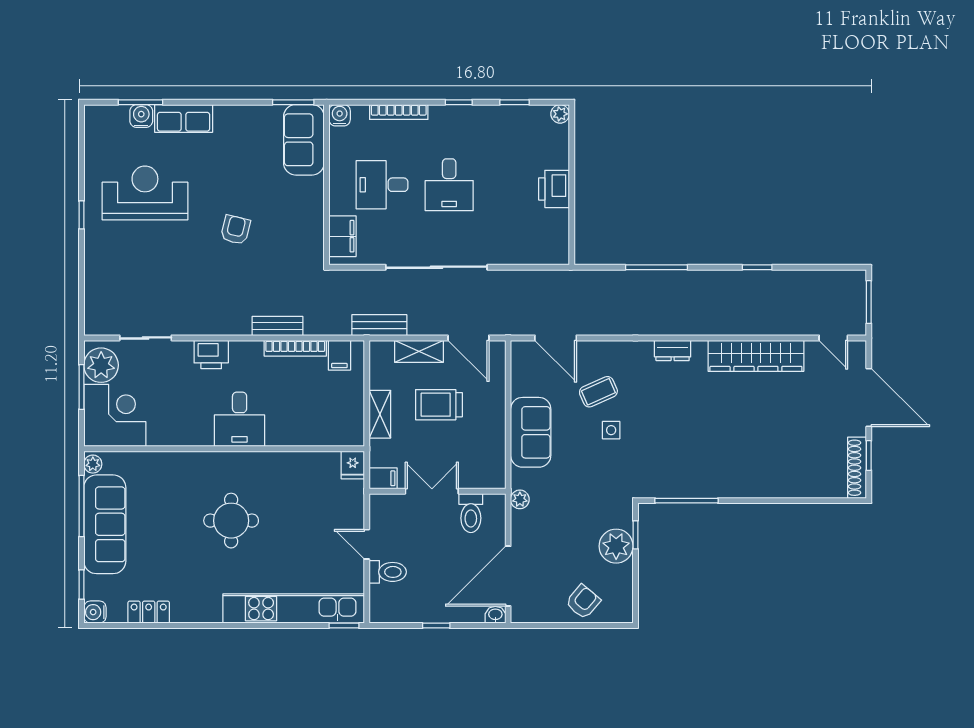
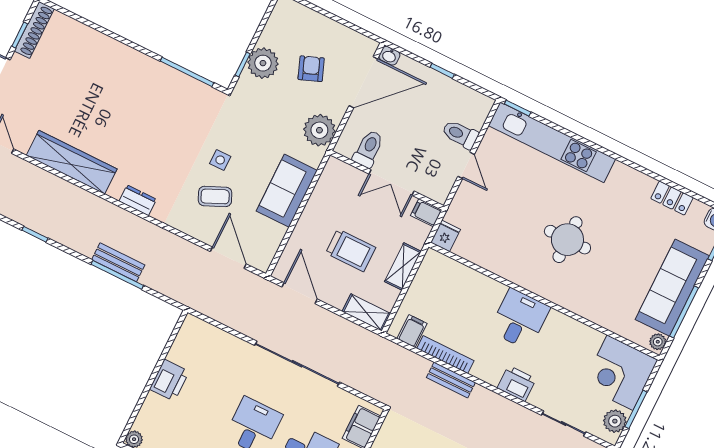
bench: (379, 325) -> (118, 262), moved
shelving: (419, 351) -> (366, 312), moved
plant: (101, 365) -> (615, 421), width x0.73, depth x0.73
plant: (520, 499) -> (319, 130), width x1.88, depth x1.88
armchair: (583, 602) -> (311, 69), moved, turned 119

